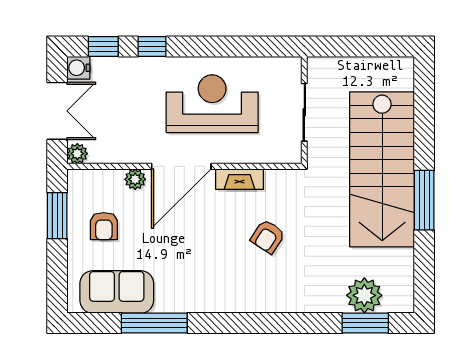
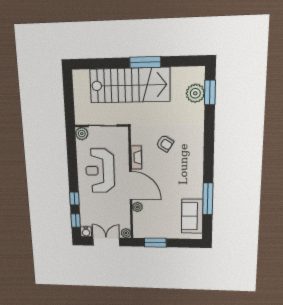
plant: (289, 69) -> (82, 134), added
armchair: (104, 226) -> (160, 222), removed

